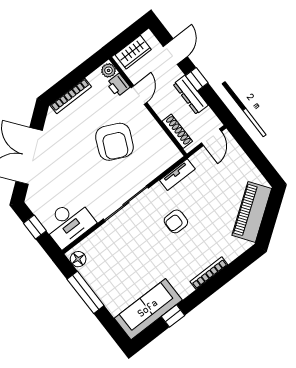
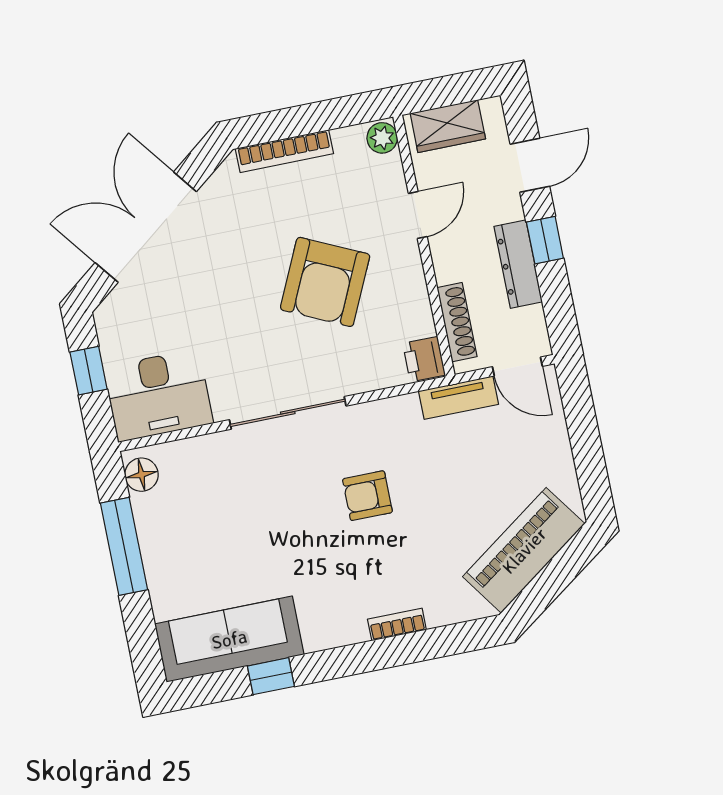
printer: (118, 85) -> (424, 359), moved
door: (211, 137) -> (517, 367), hinge flipped
tv unit: (177, 175) -> (459, 398), moved
bookcase: (209, 273) -> (397, 624), width x0.64

